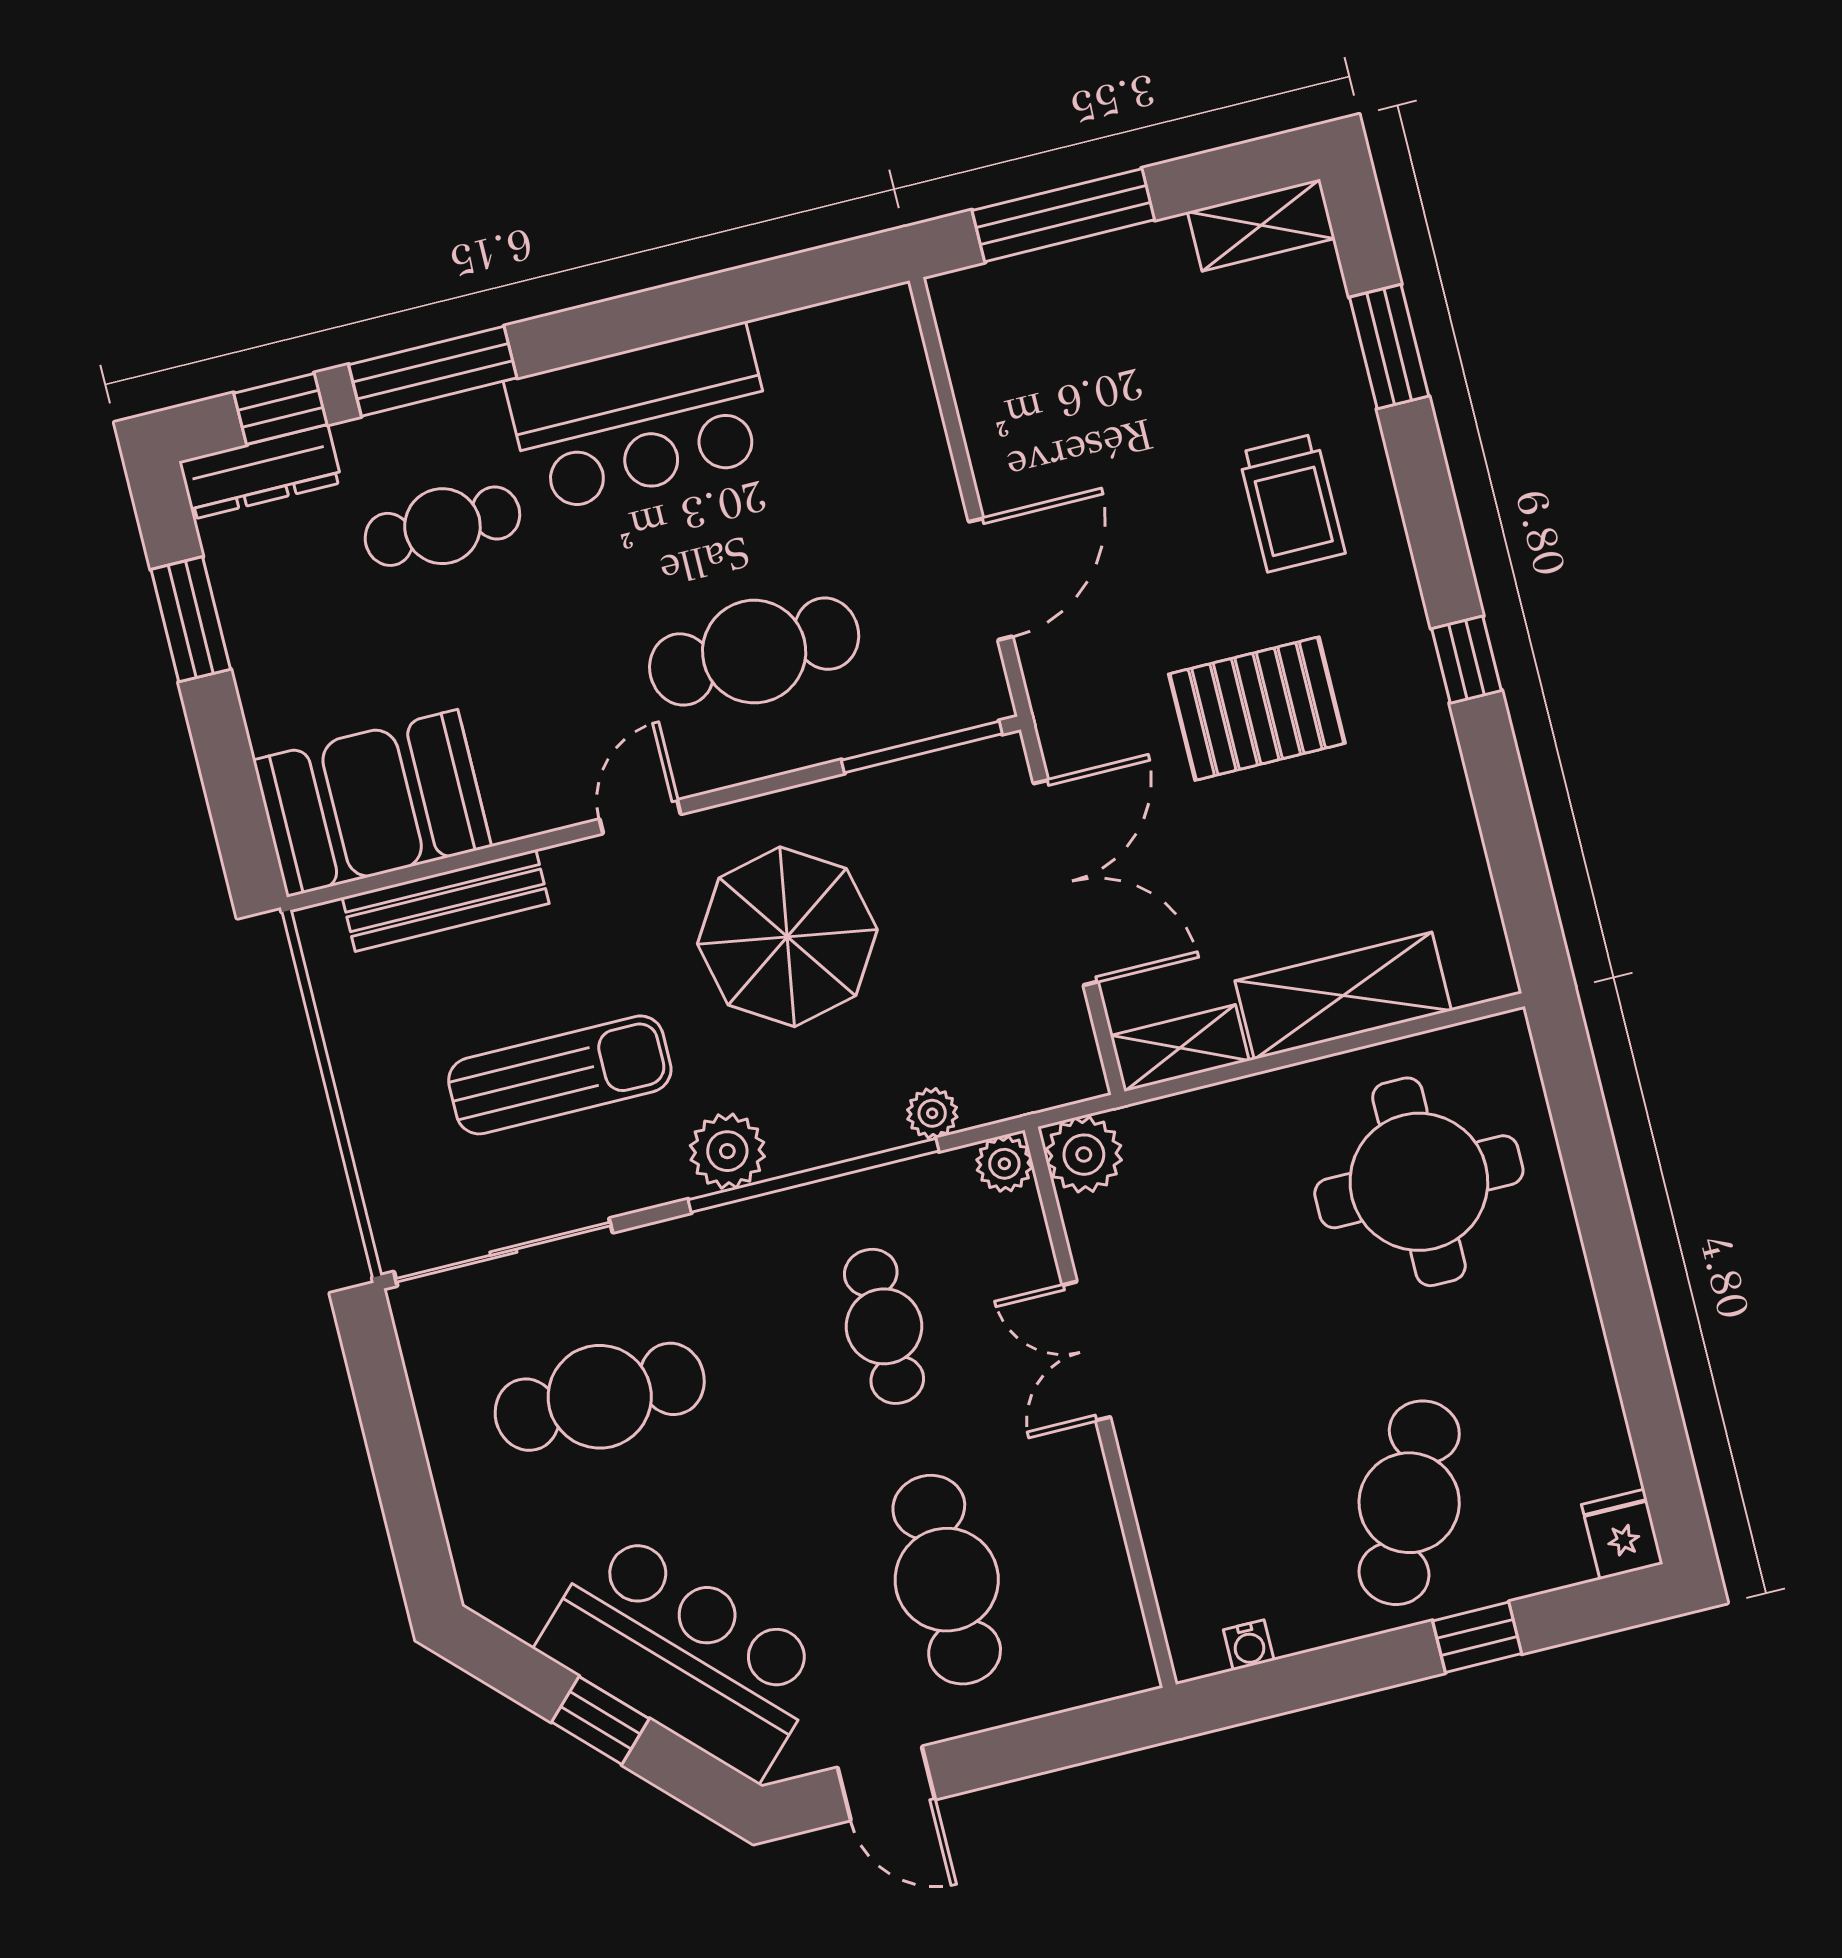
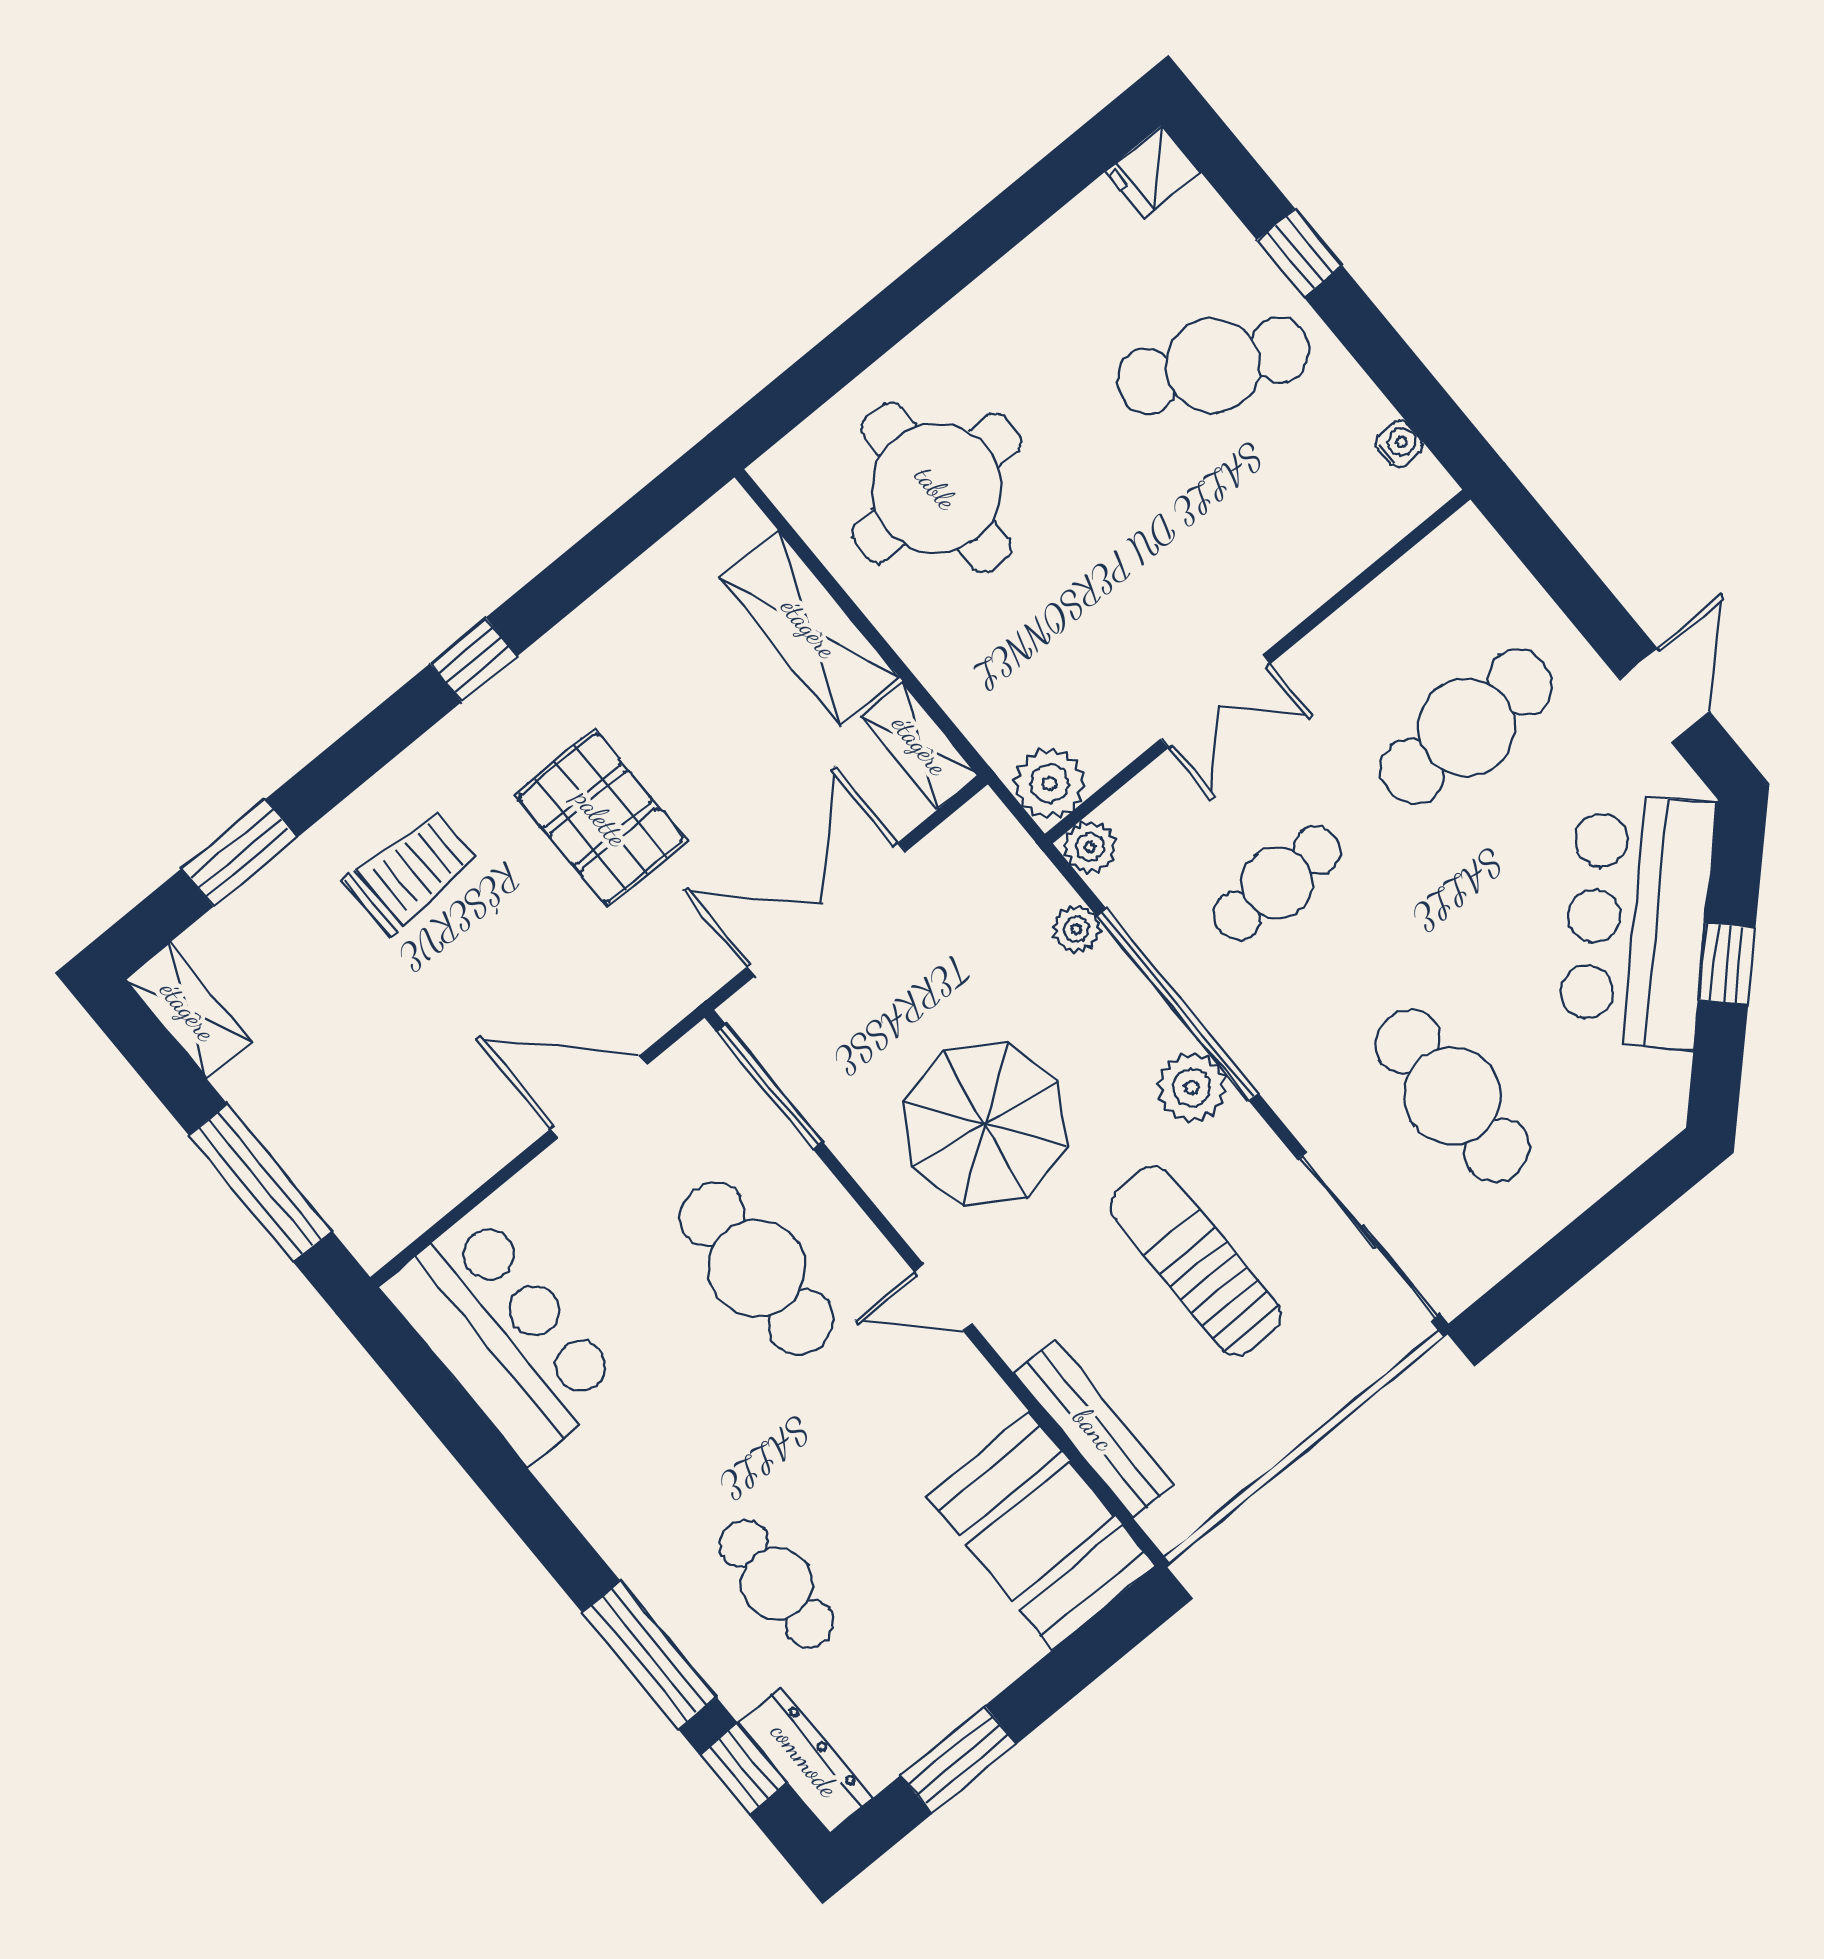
bar counter: (641, 418) -> (503, 1336), moved

